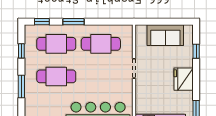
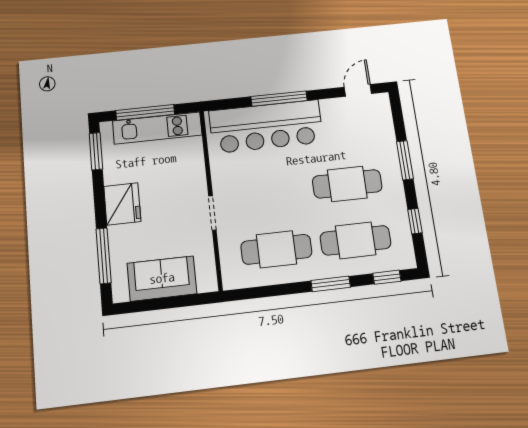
window: (196, 51) -> (104, 256), width x2.17

